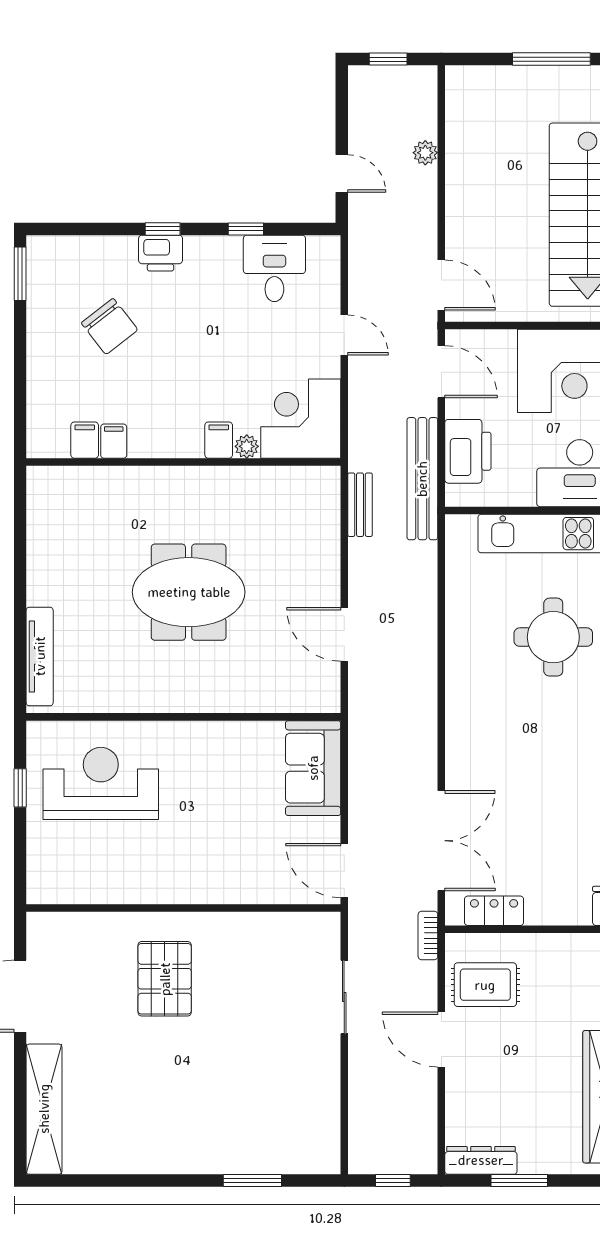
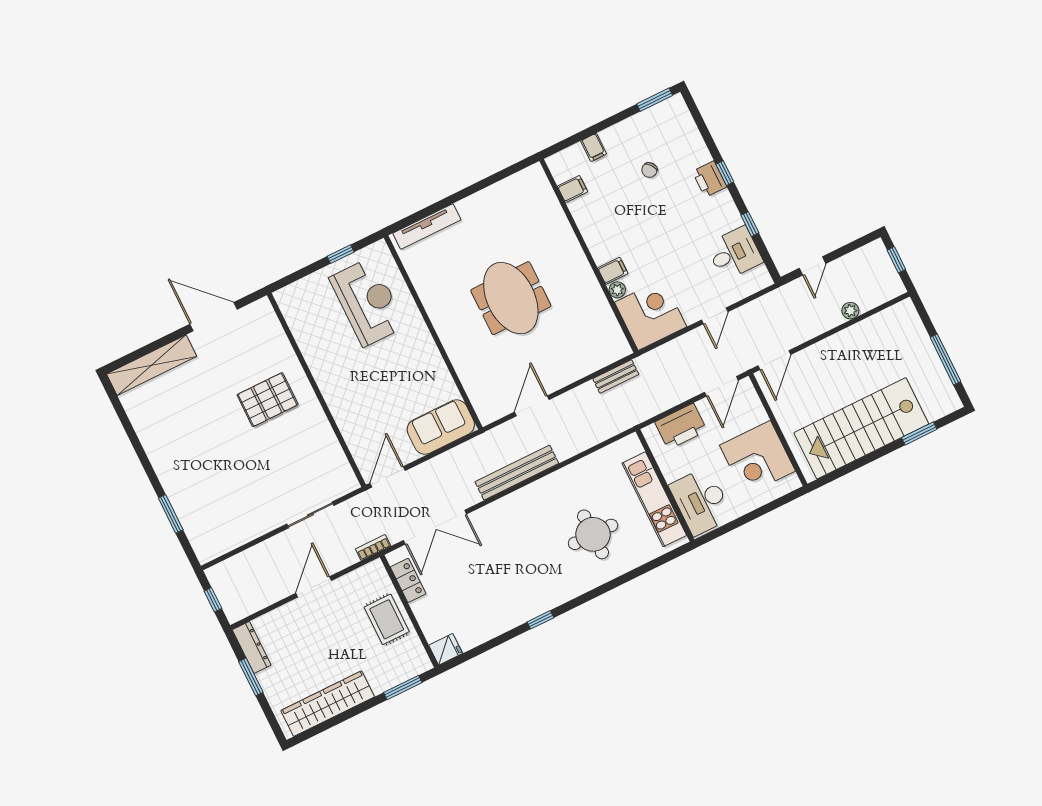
chair: (110, 326) -> (649, 170), width x0.54, depth x0.54
filing cabinet: (114, 441) -> (594, 147), moved, turned 90
bench: (422, 479) -> (517, 473), moved
rug: (485, 985) -> (387, 619), moved

